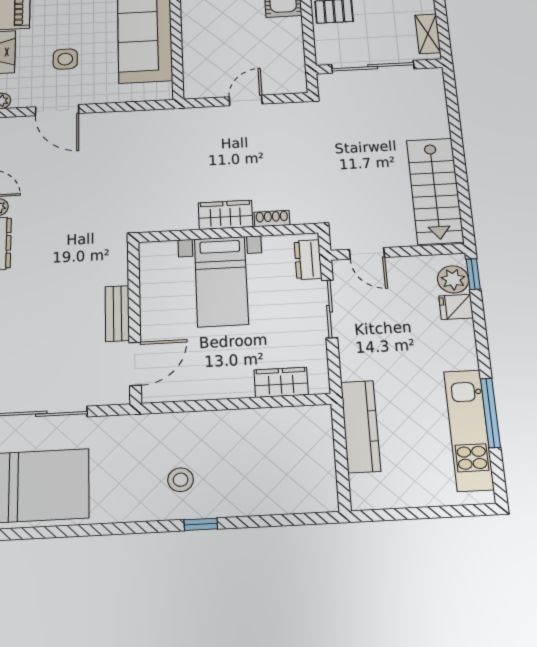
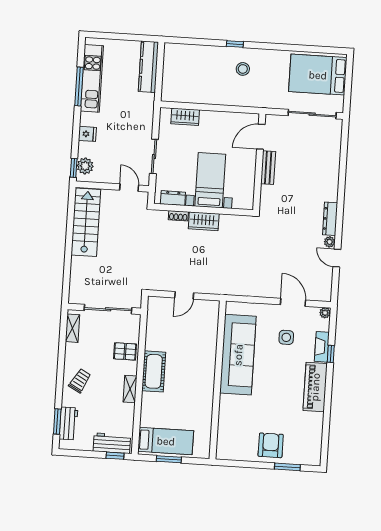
dresser: (308, 260) -> (173, 198), moved, turned -90
fridge: (456, 307) -> (87, 134), moved
kitchen counter: (361, 426) -> (148, 67), moved

